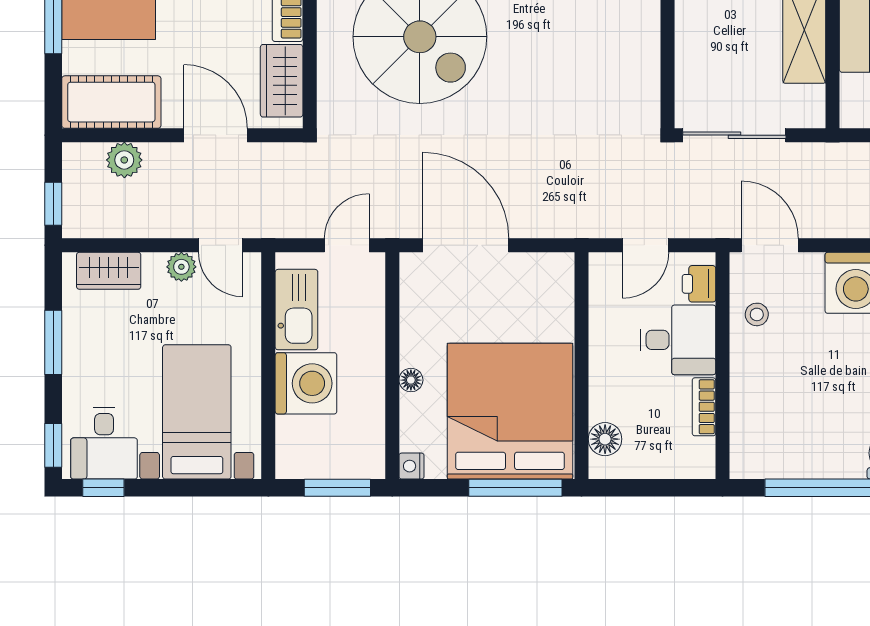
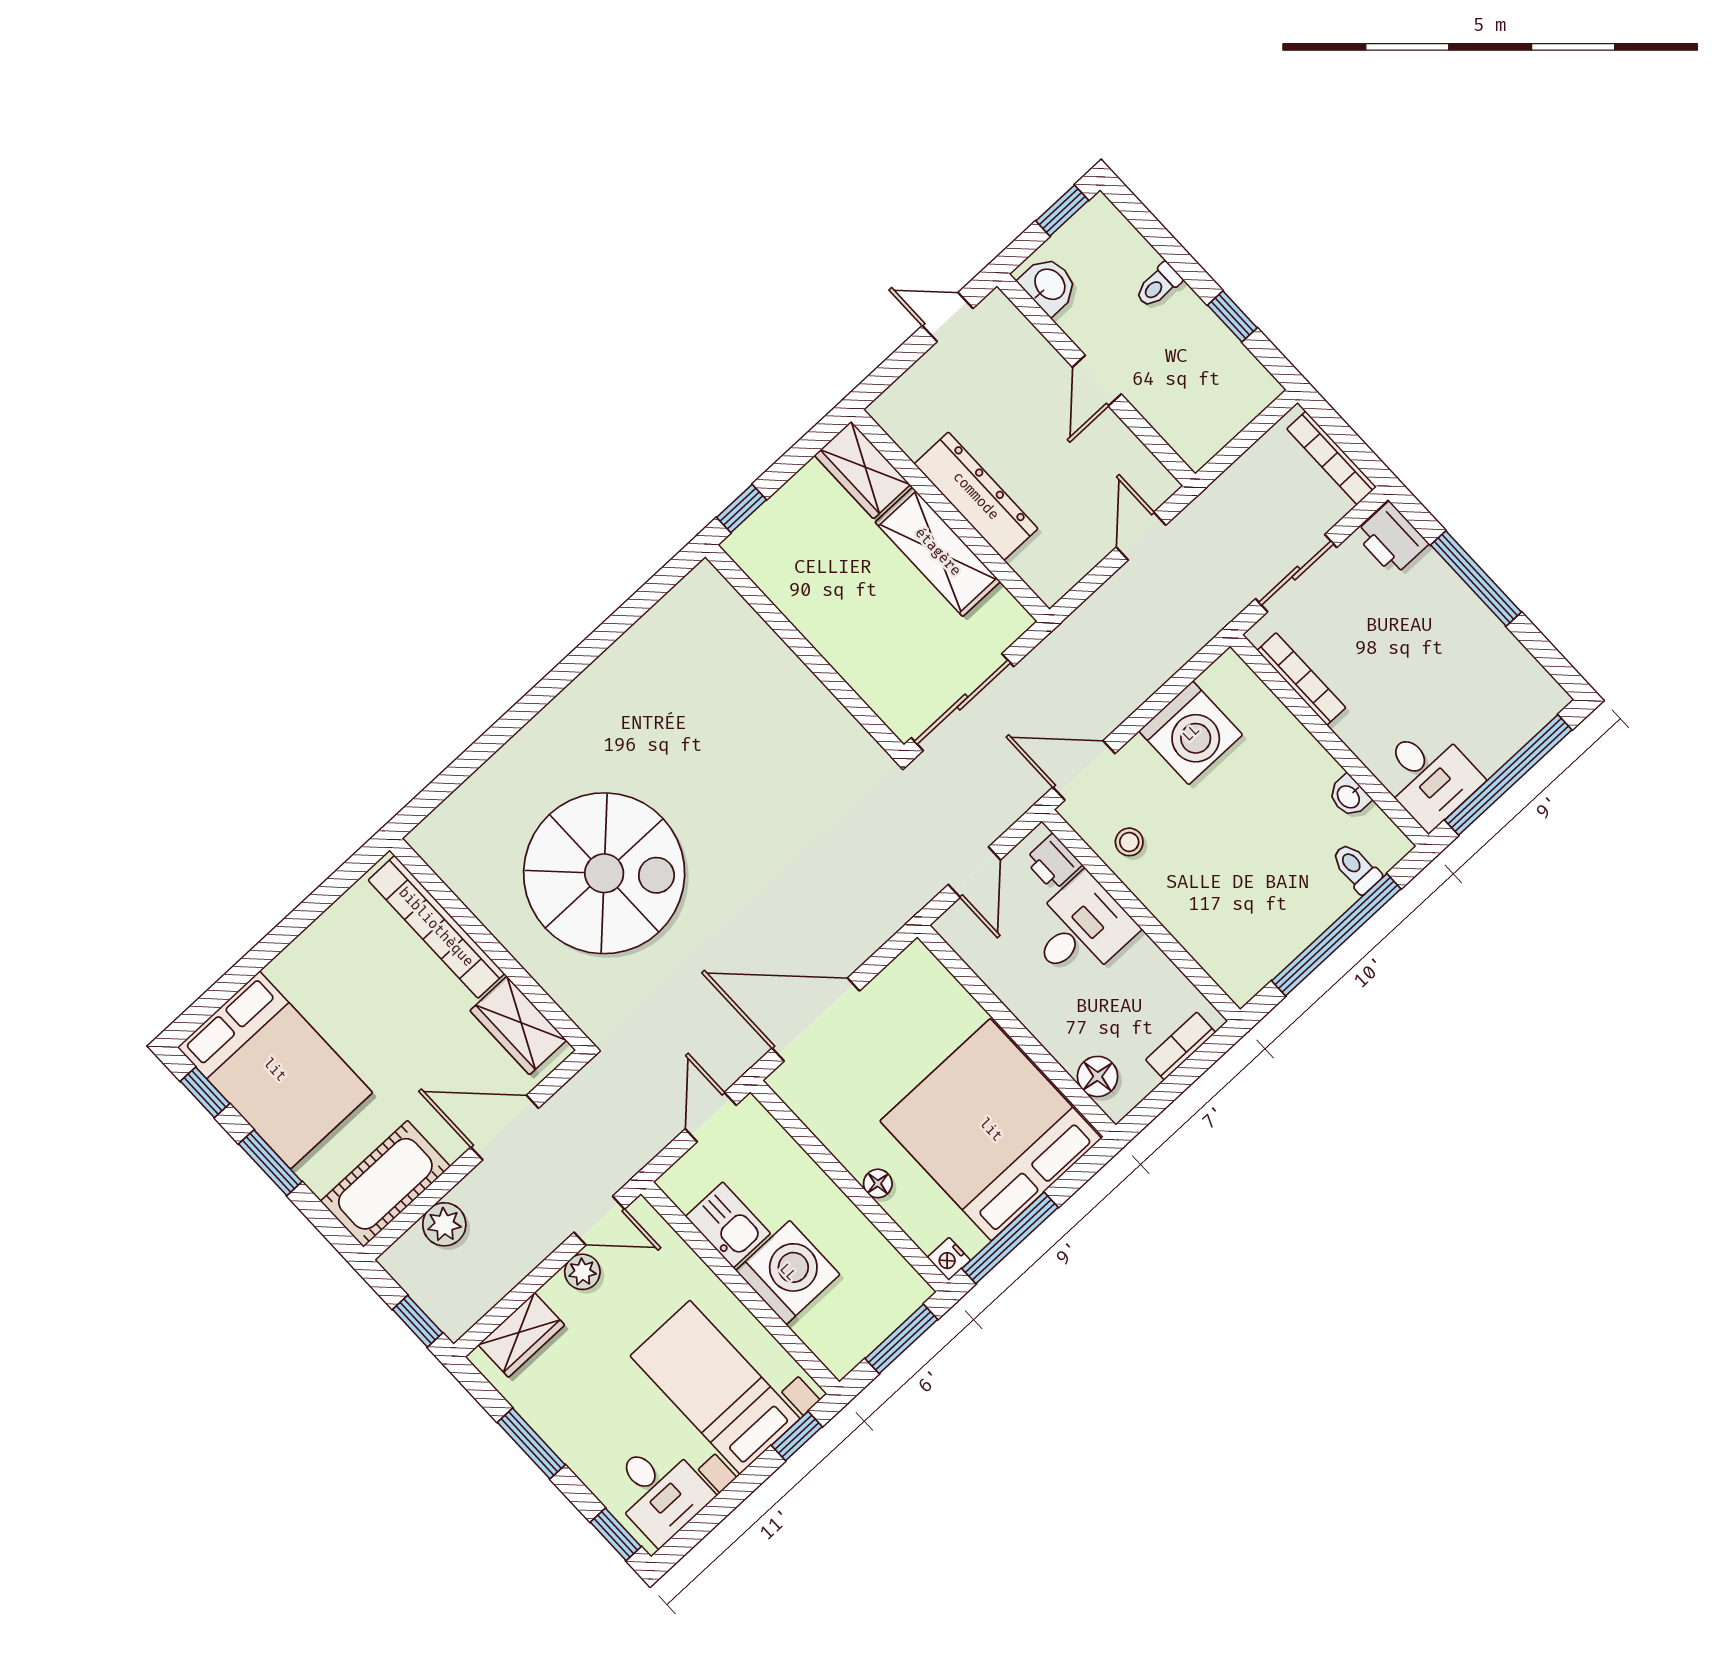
kitchen sink: (296, 310) -> (728, 1225), width x0.73
bookcase: (704, 407) -> (1181, 1046), moved, turned 90
window: (103, 488) -> (797, 1436), moved
window: (515, 488) -> (1010, 1238), moved

